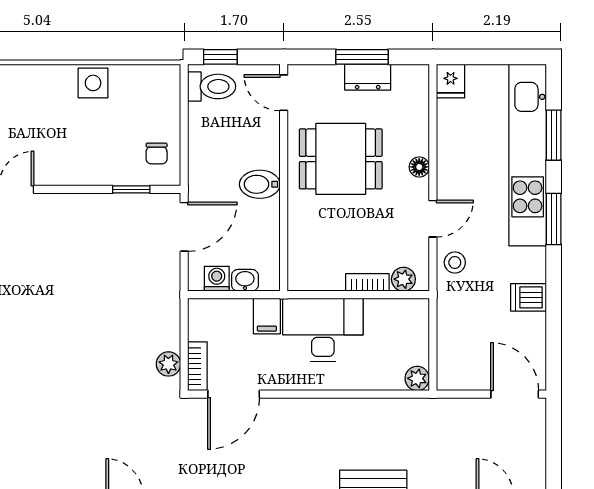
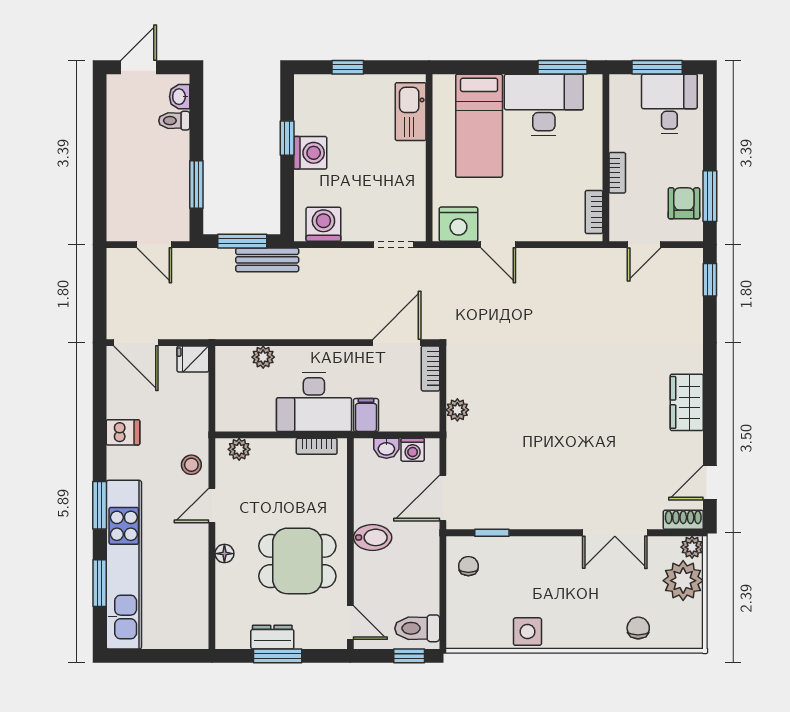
fridge: (451, 81) -> (193, 359), moved, turned -90
bookcase: (367, 282) -> (317, 446), moved
plant: (168, 364) -> (457, 410), moved
plant: (417, 378) -> (263, 357), moved

